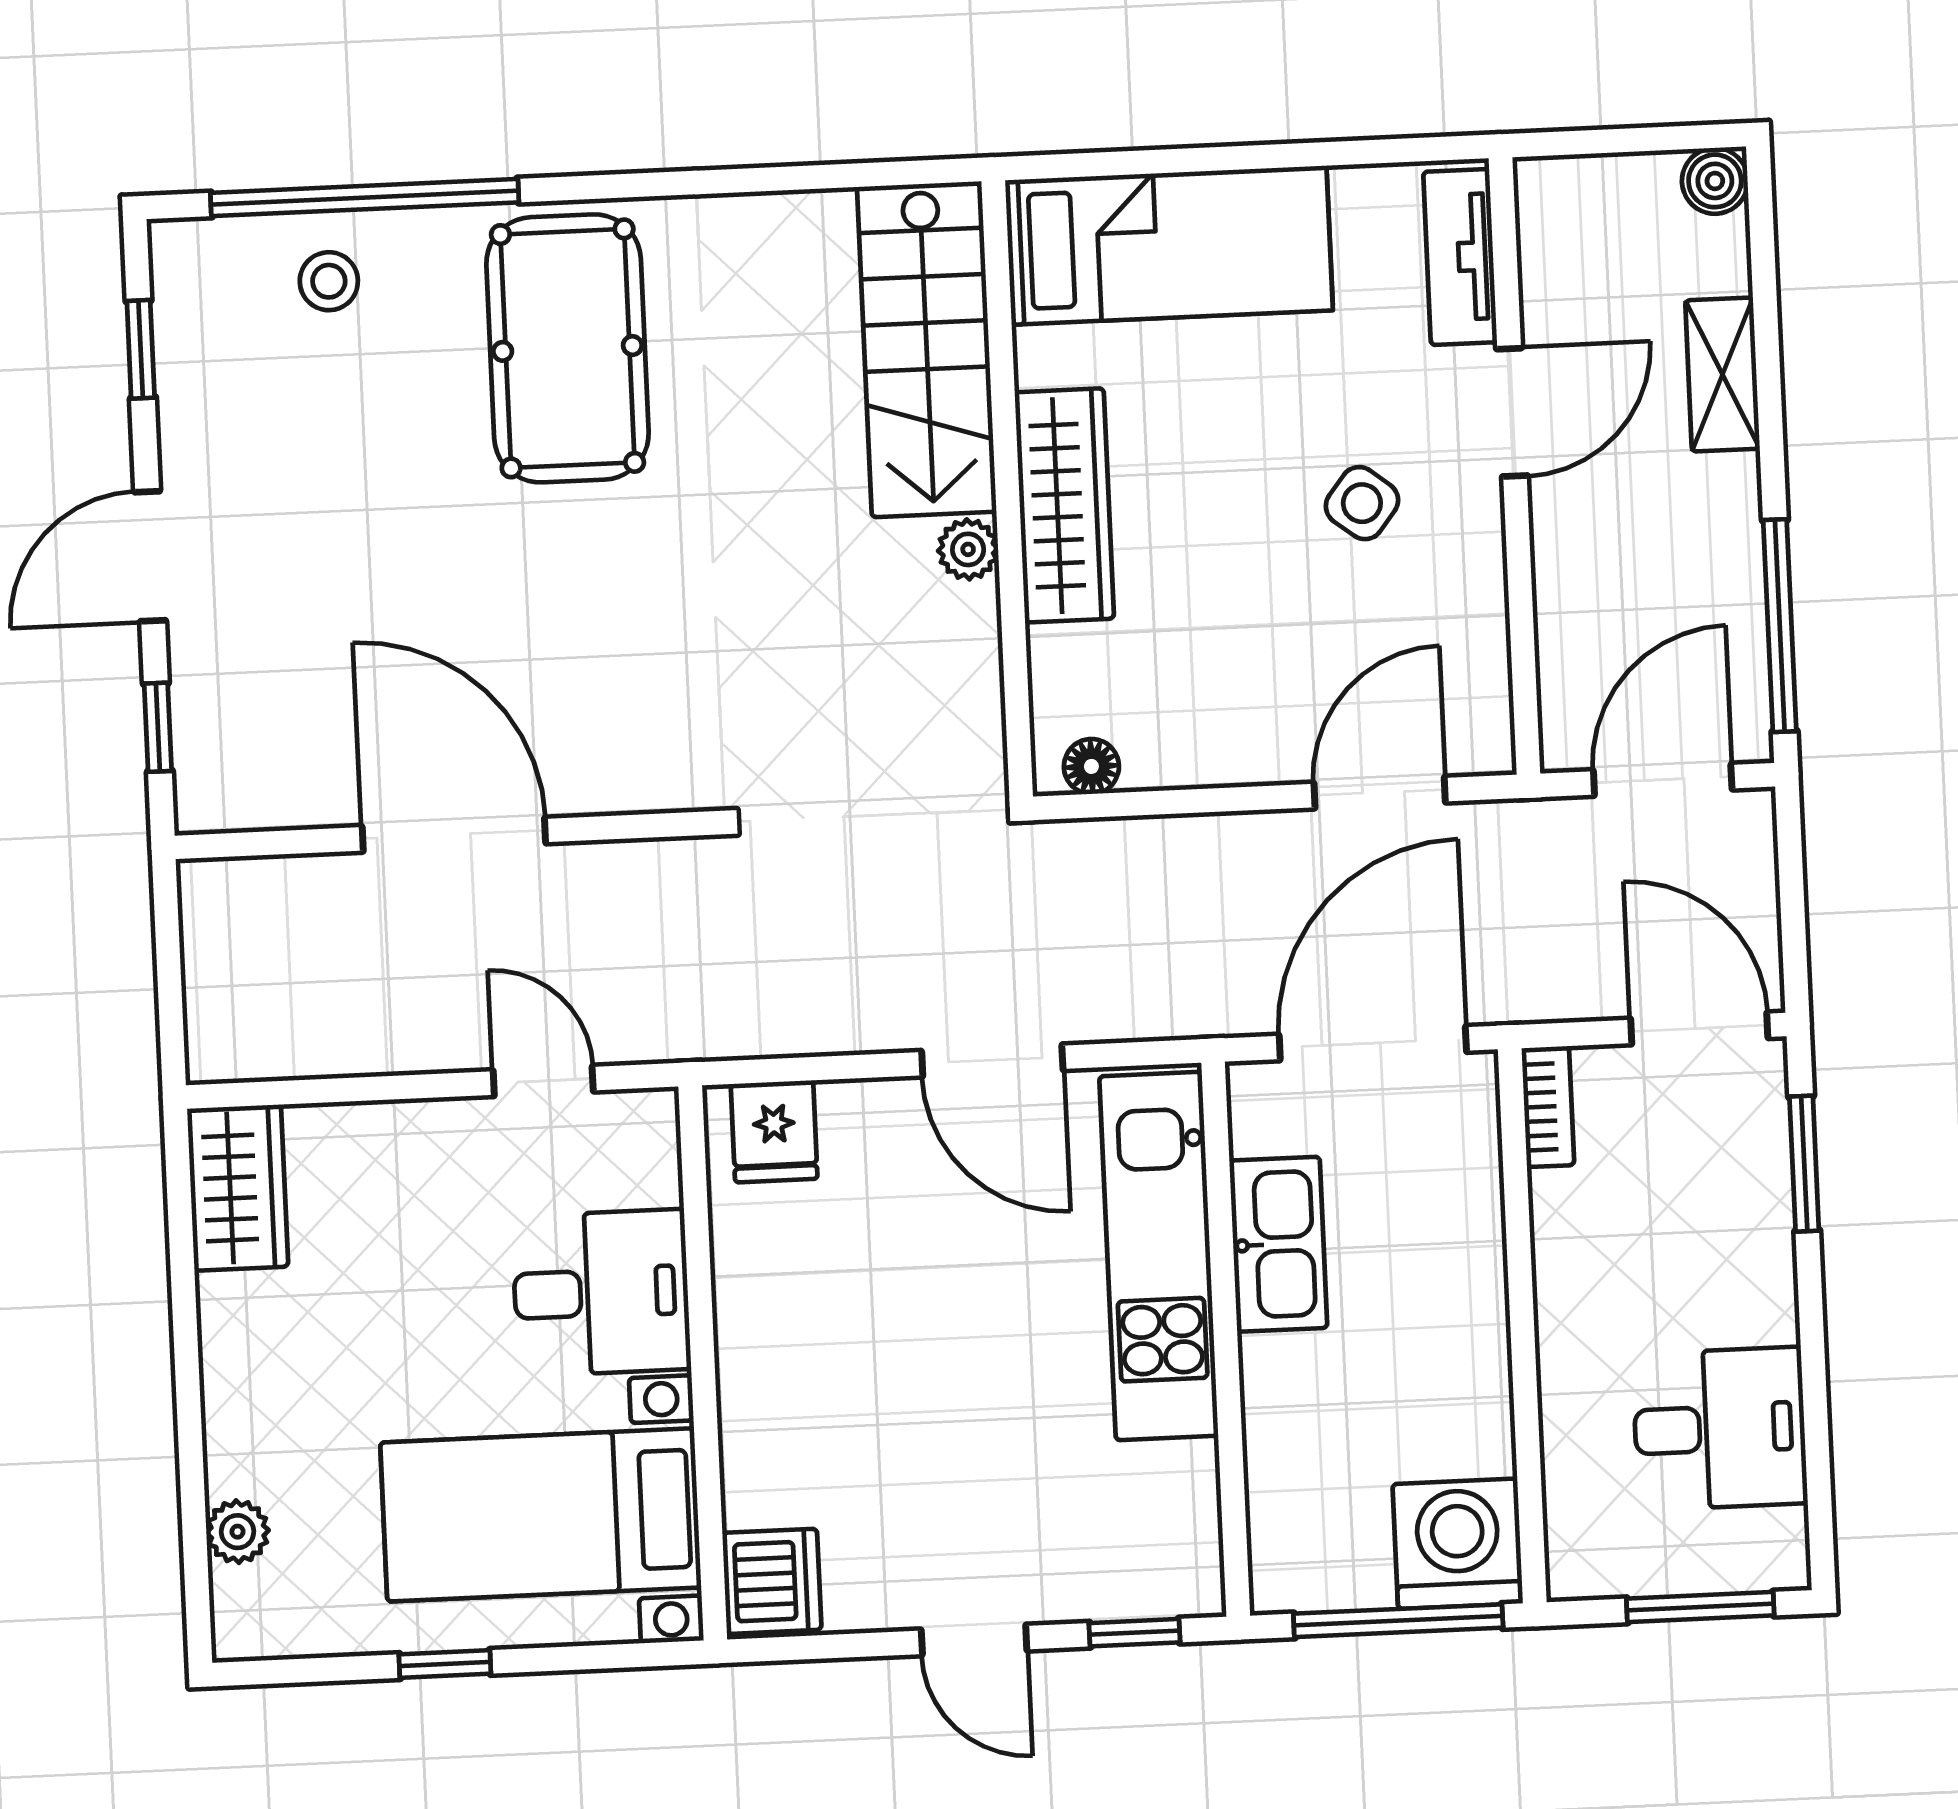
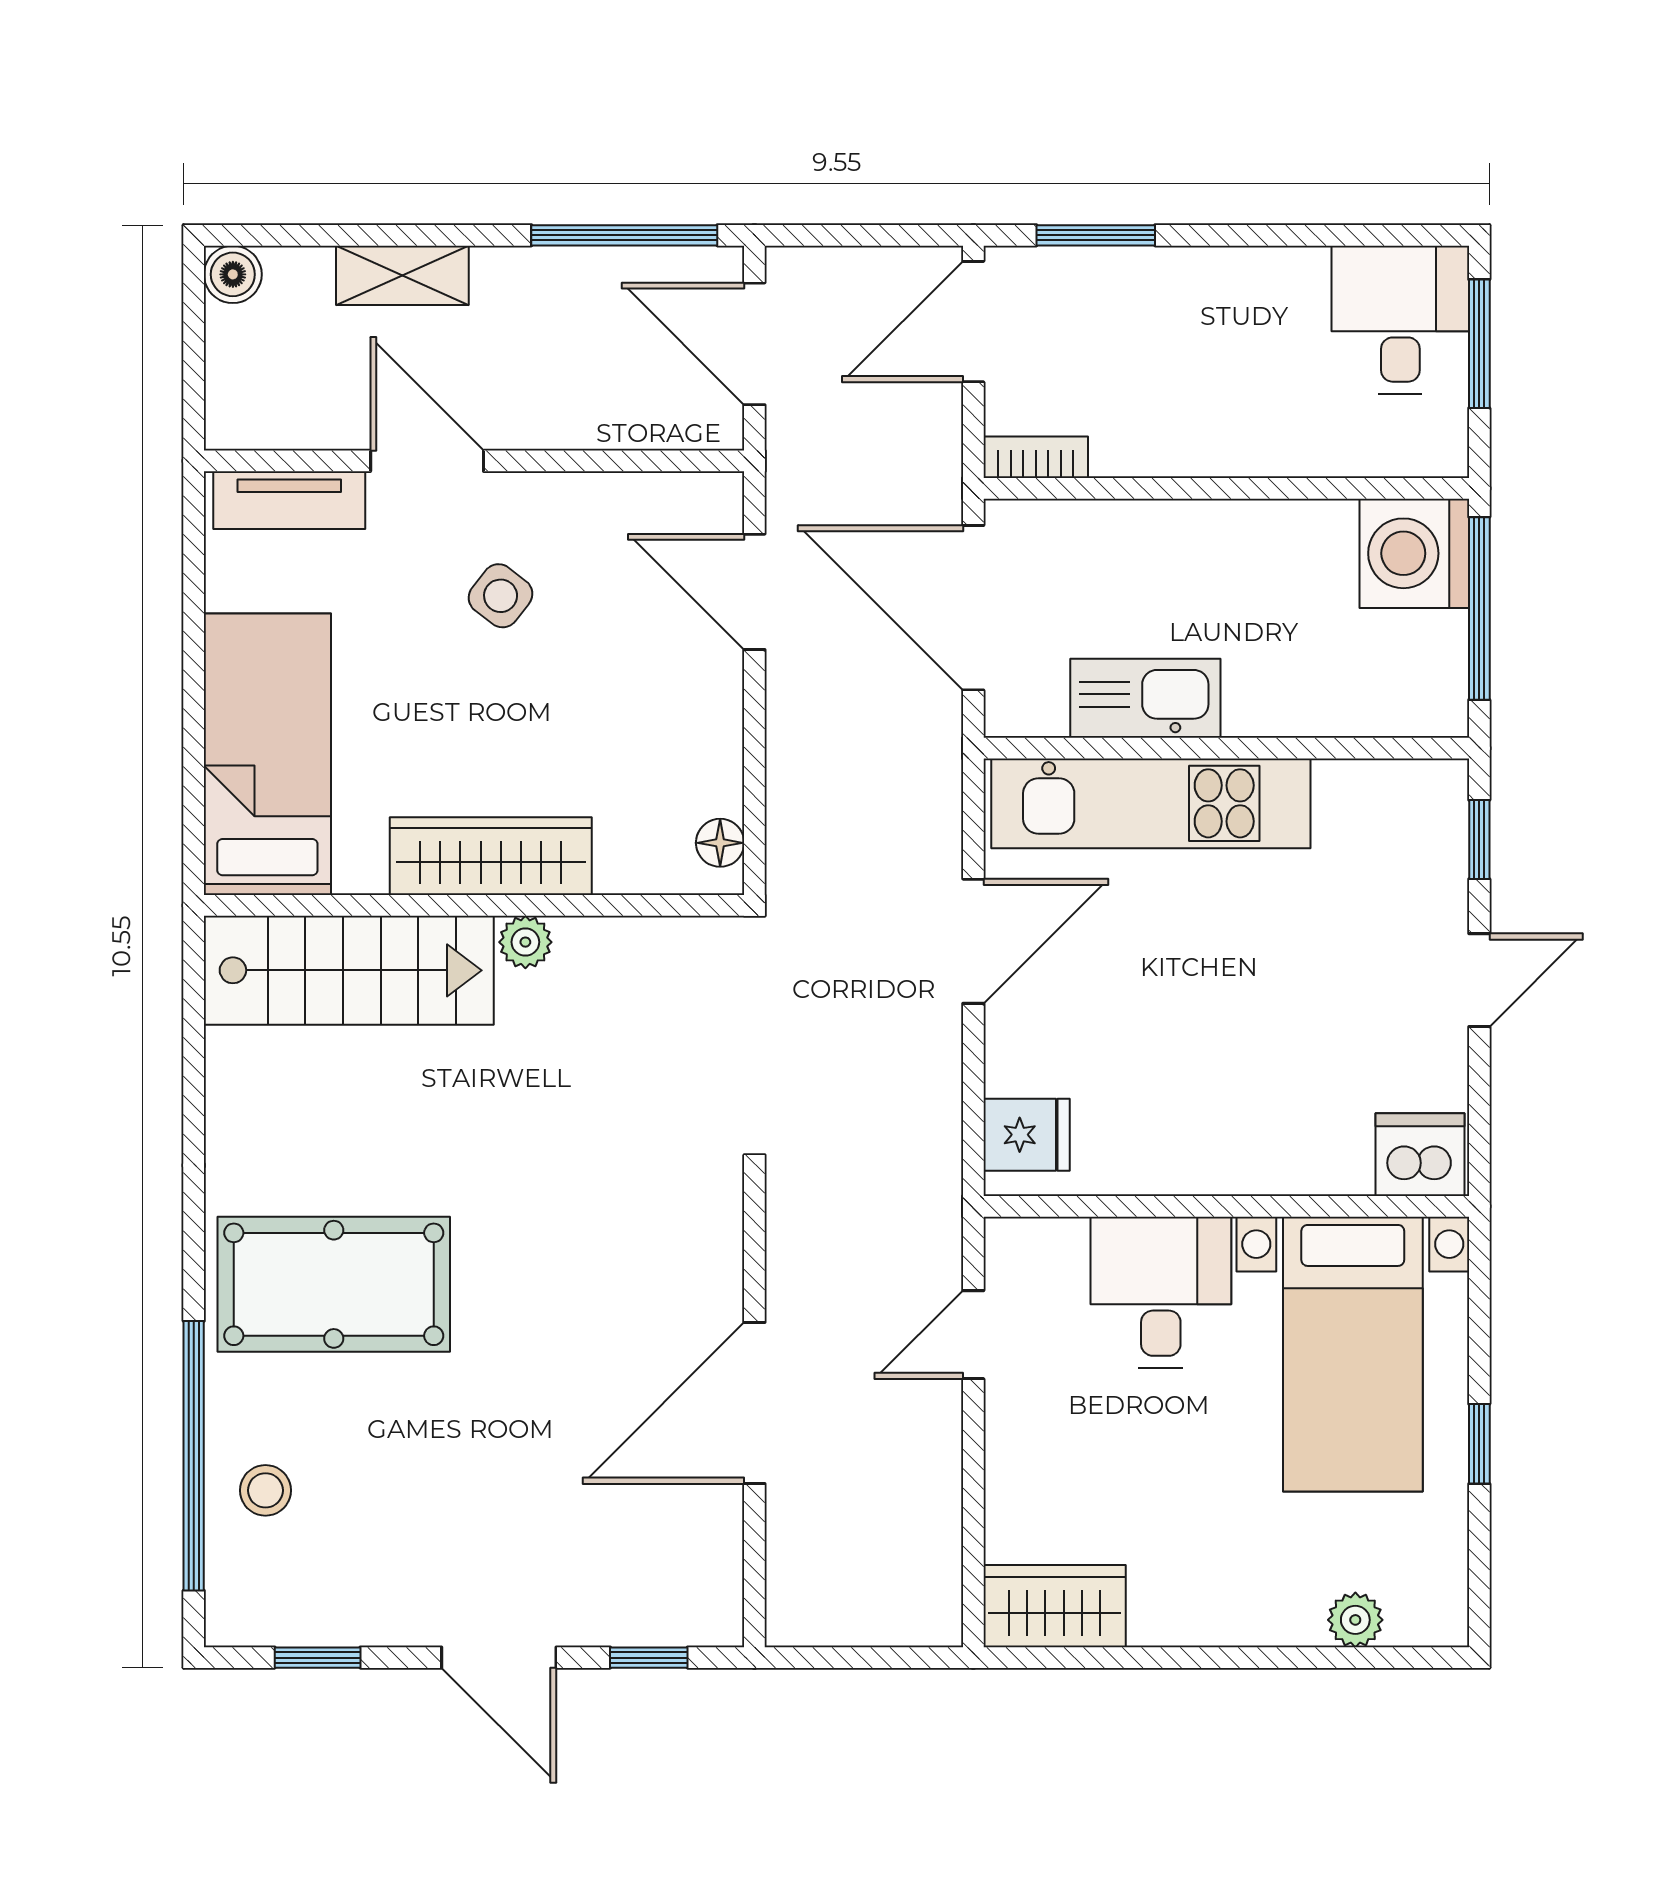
desk: (1720, 1429) -> (1400, 320), moved

